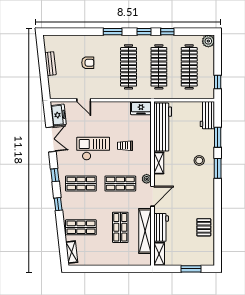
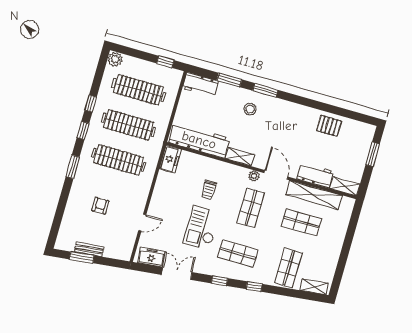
window: (42, 60) -> (82, 257), added
shop shelf: (81, 183) -> (238, 253), turned 90

